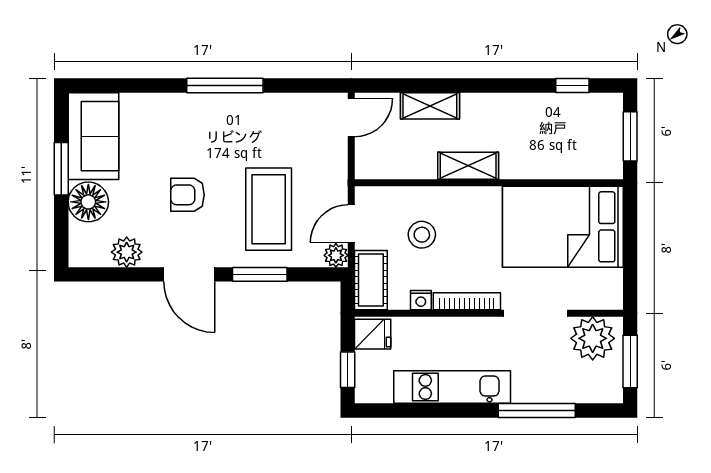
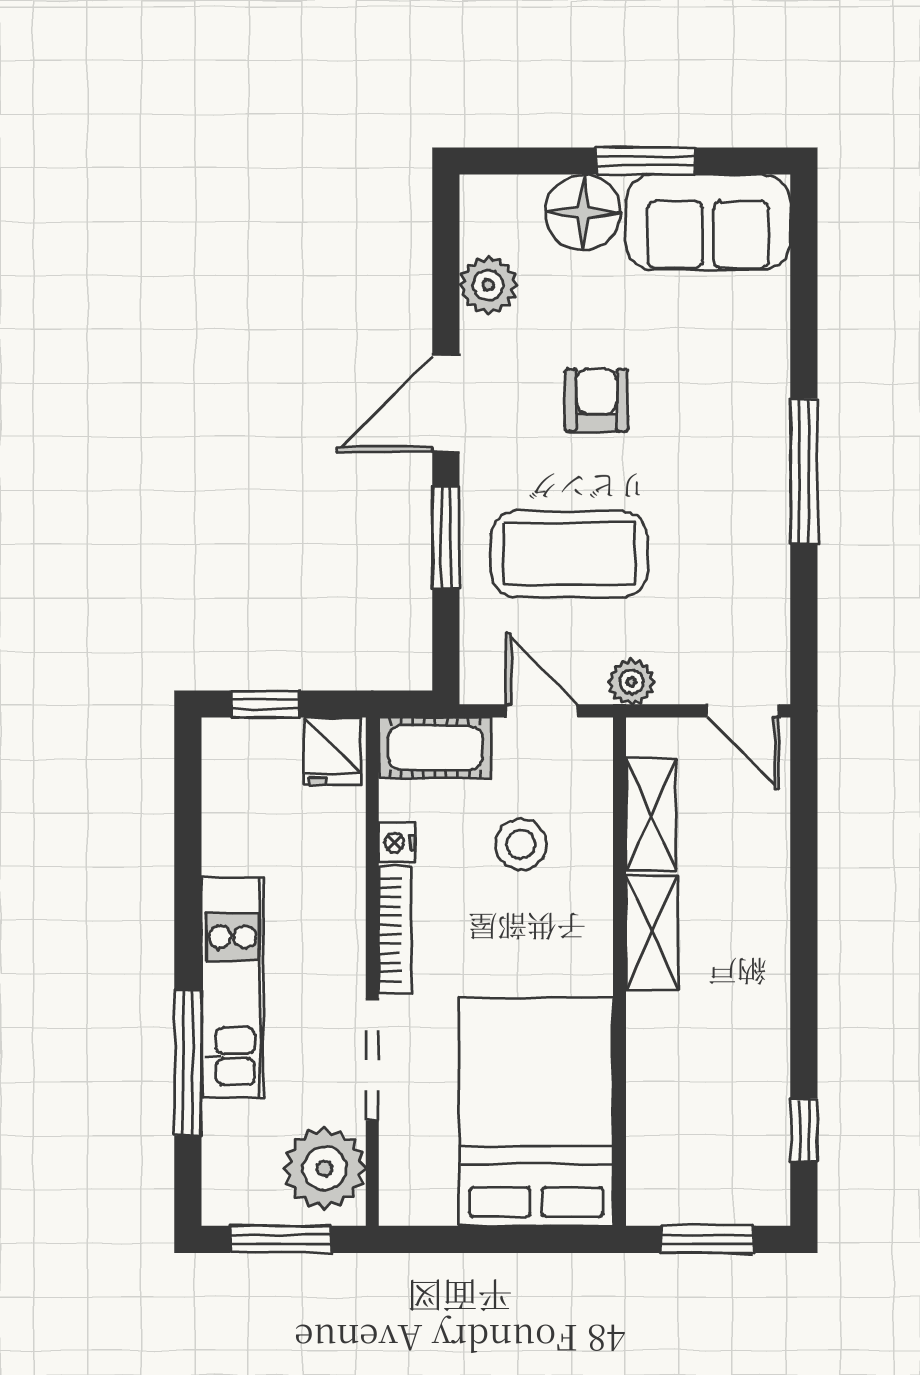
shelving: (430, 106) -> (651, 815), moved
plant: (336, 255) -> (631, 682), moved
kitchen unit: (452, 387) -> (232, 988), moved

